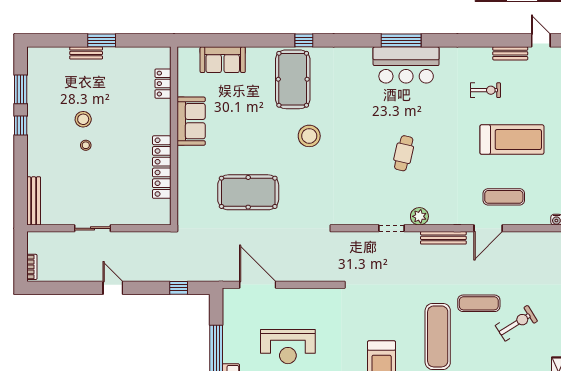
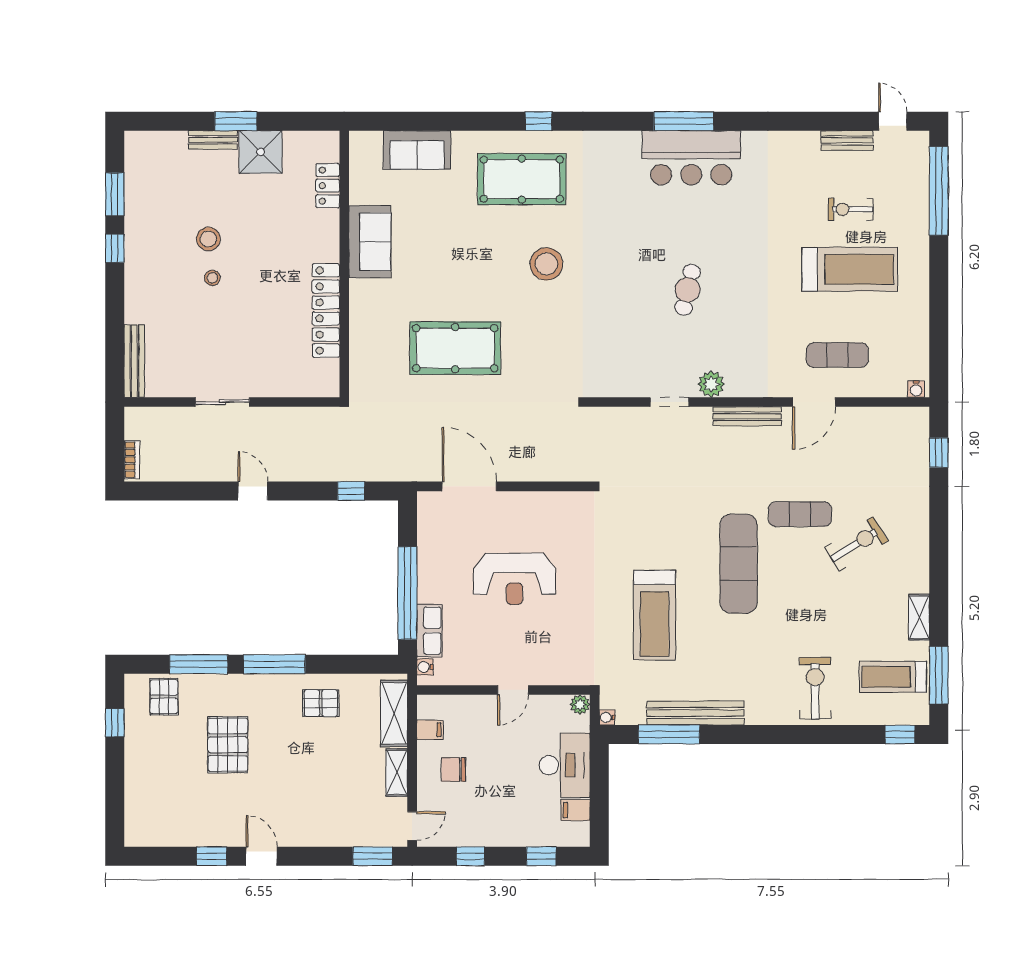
shower: (118, 61) -> (260, 152), added
pool table: (293, 79) -> (522, 179), turned 90
exercise bike: (486, 90) -> (851, 209), moved, turned 180

